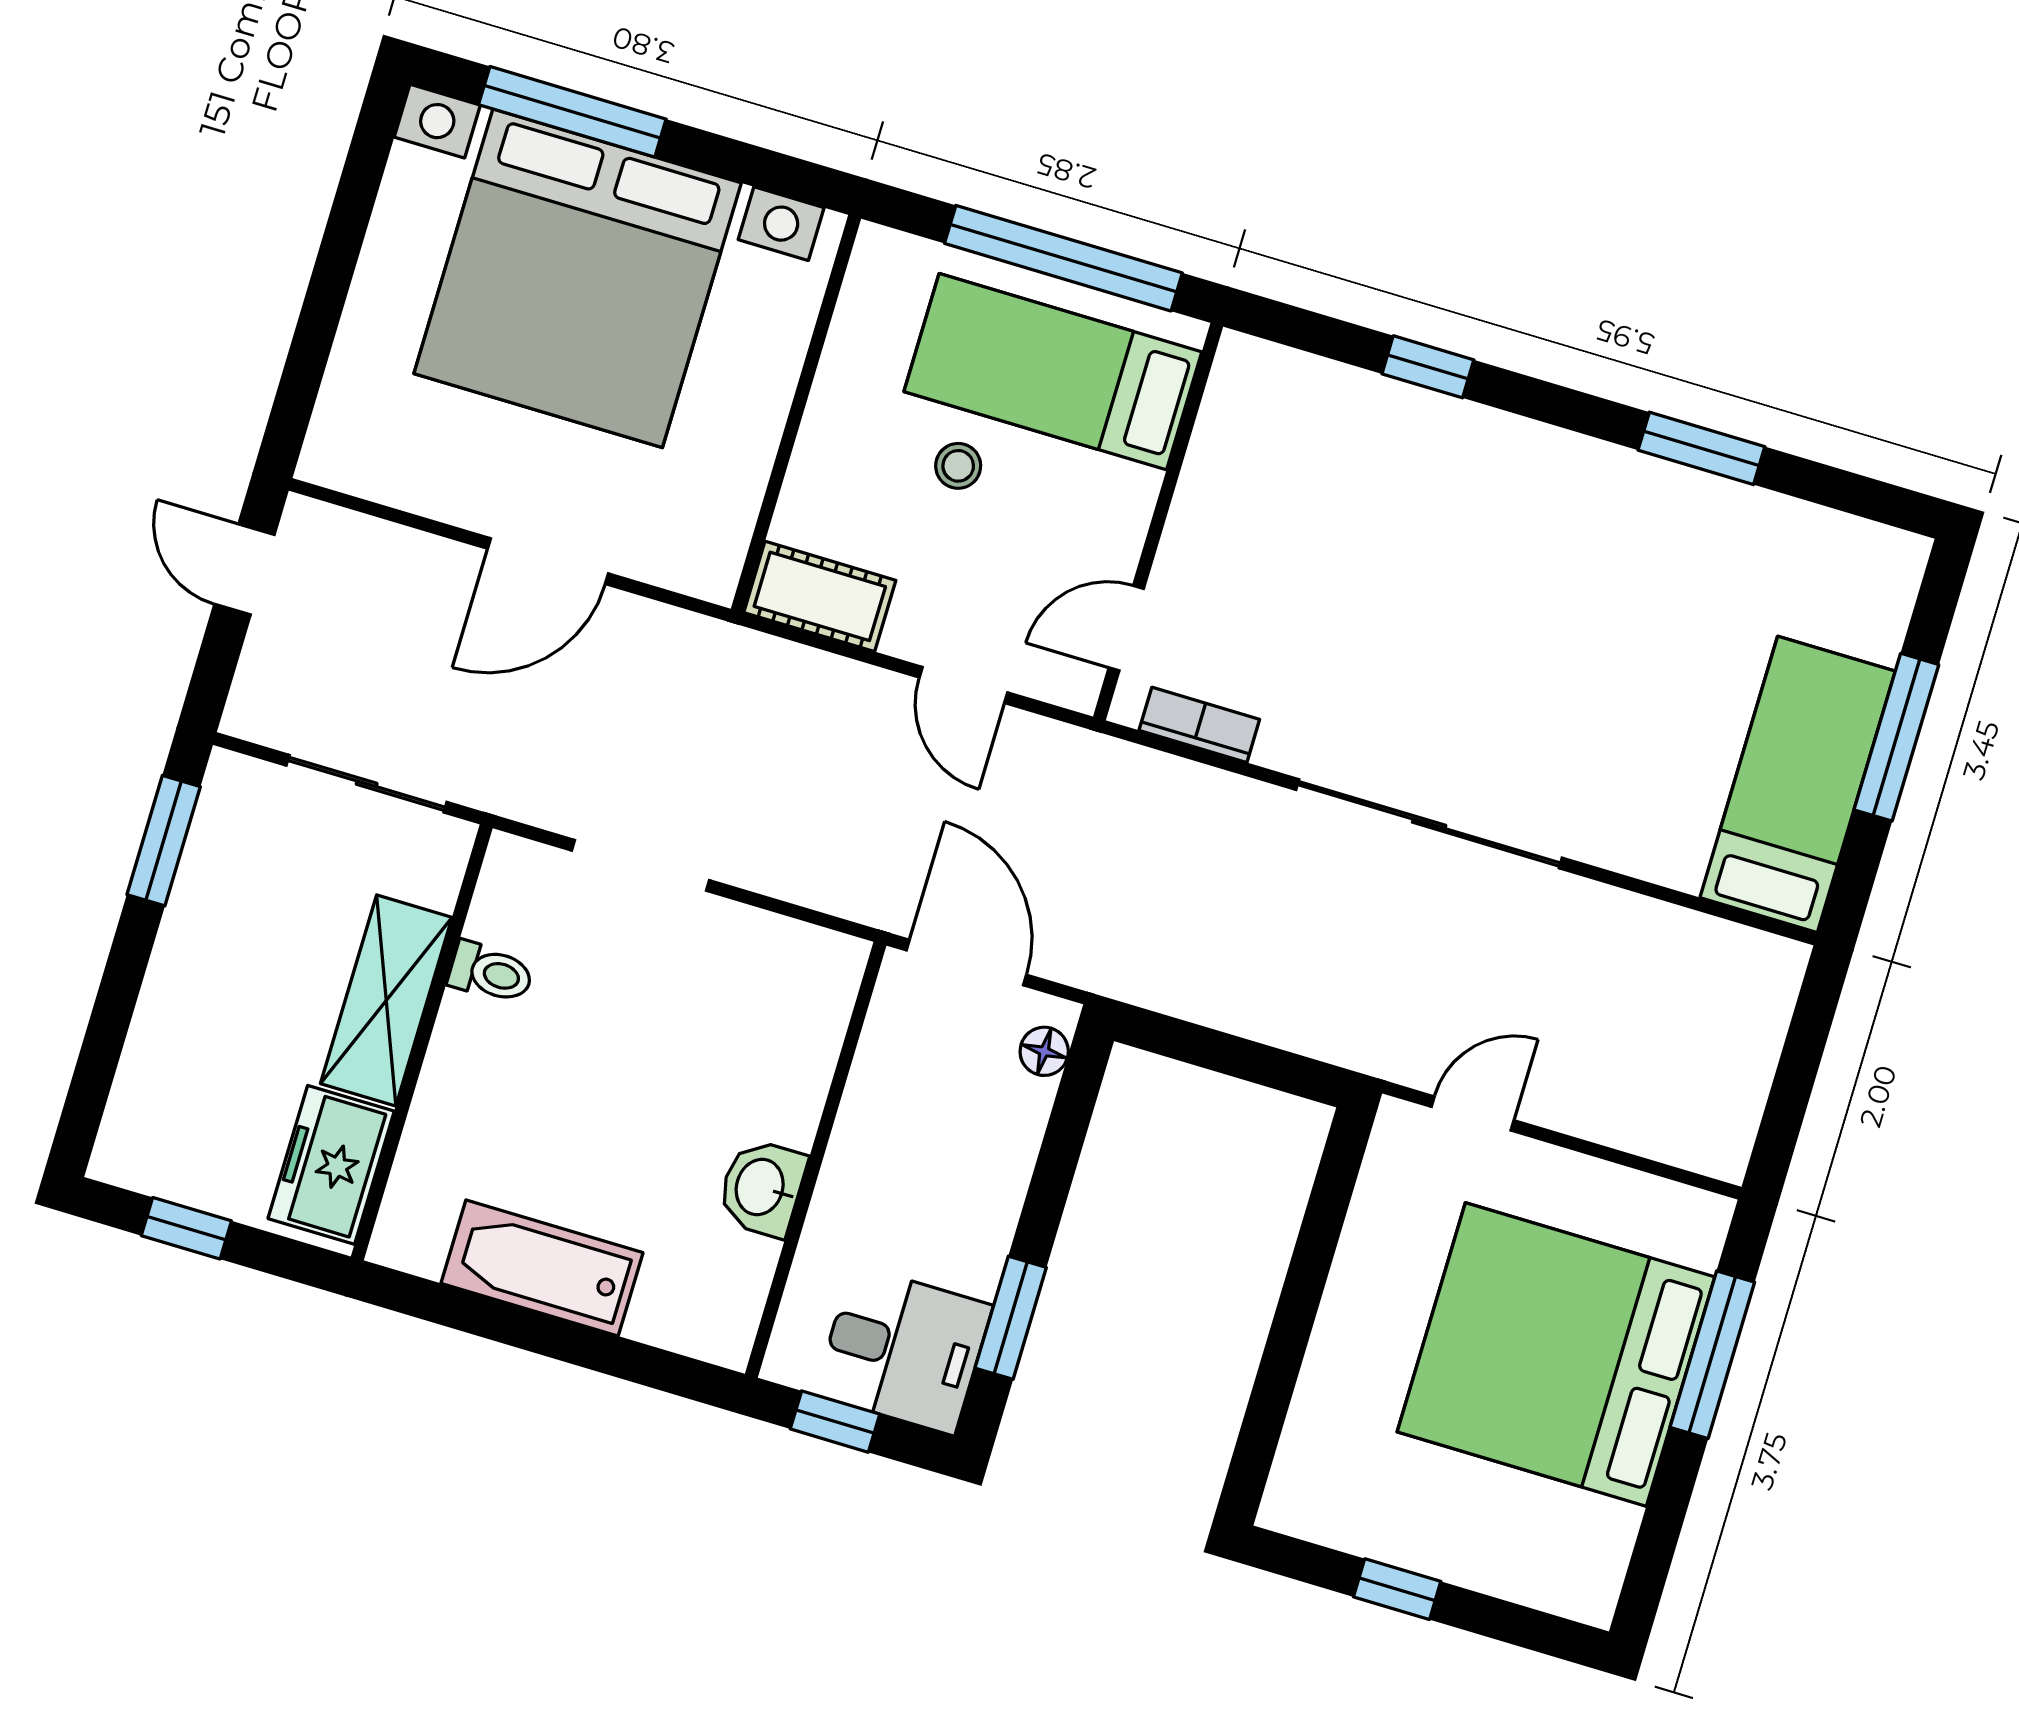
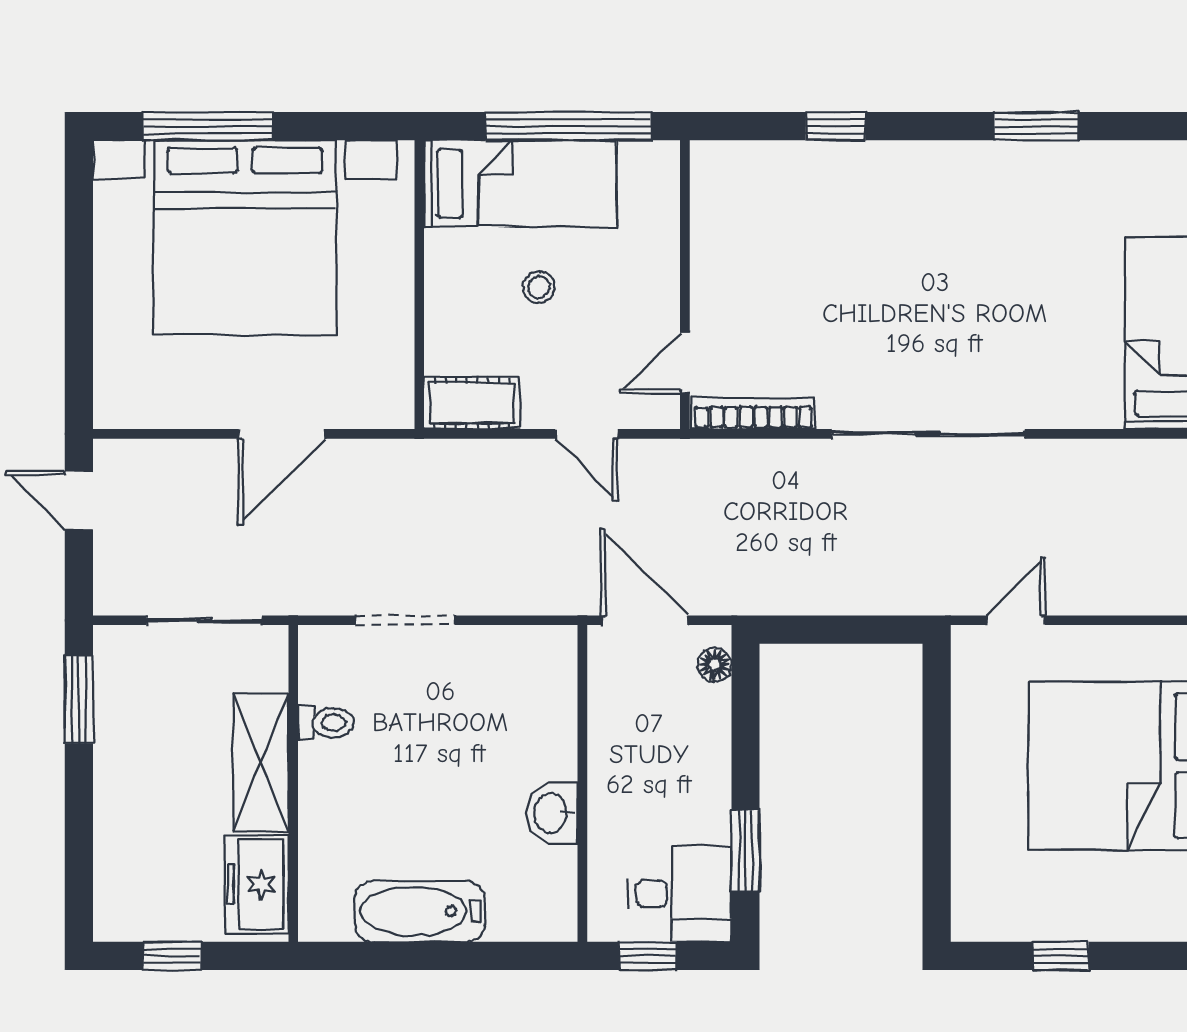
bed: (1053, 372) -> (520, 184), moved, turned 180
bookcase: (1199, 725) -> (753, 413), width x1.56

